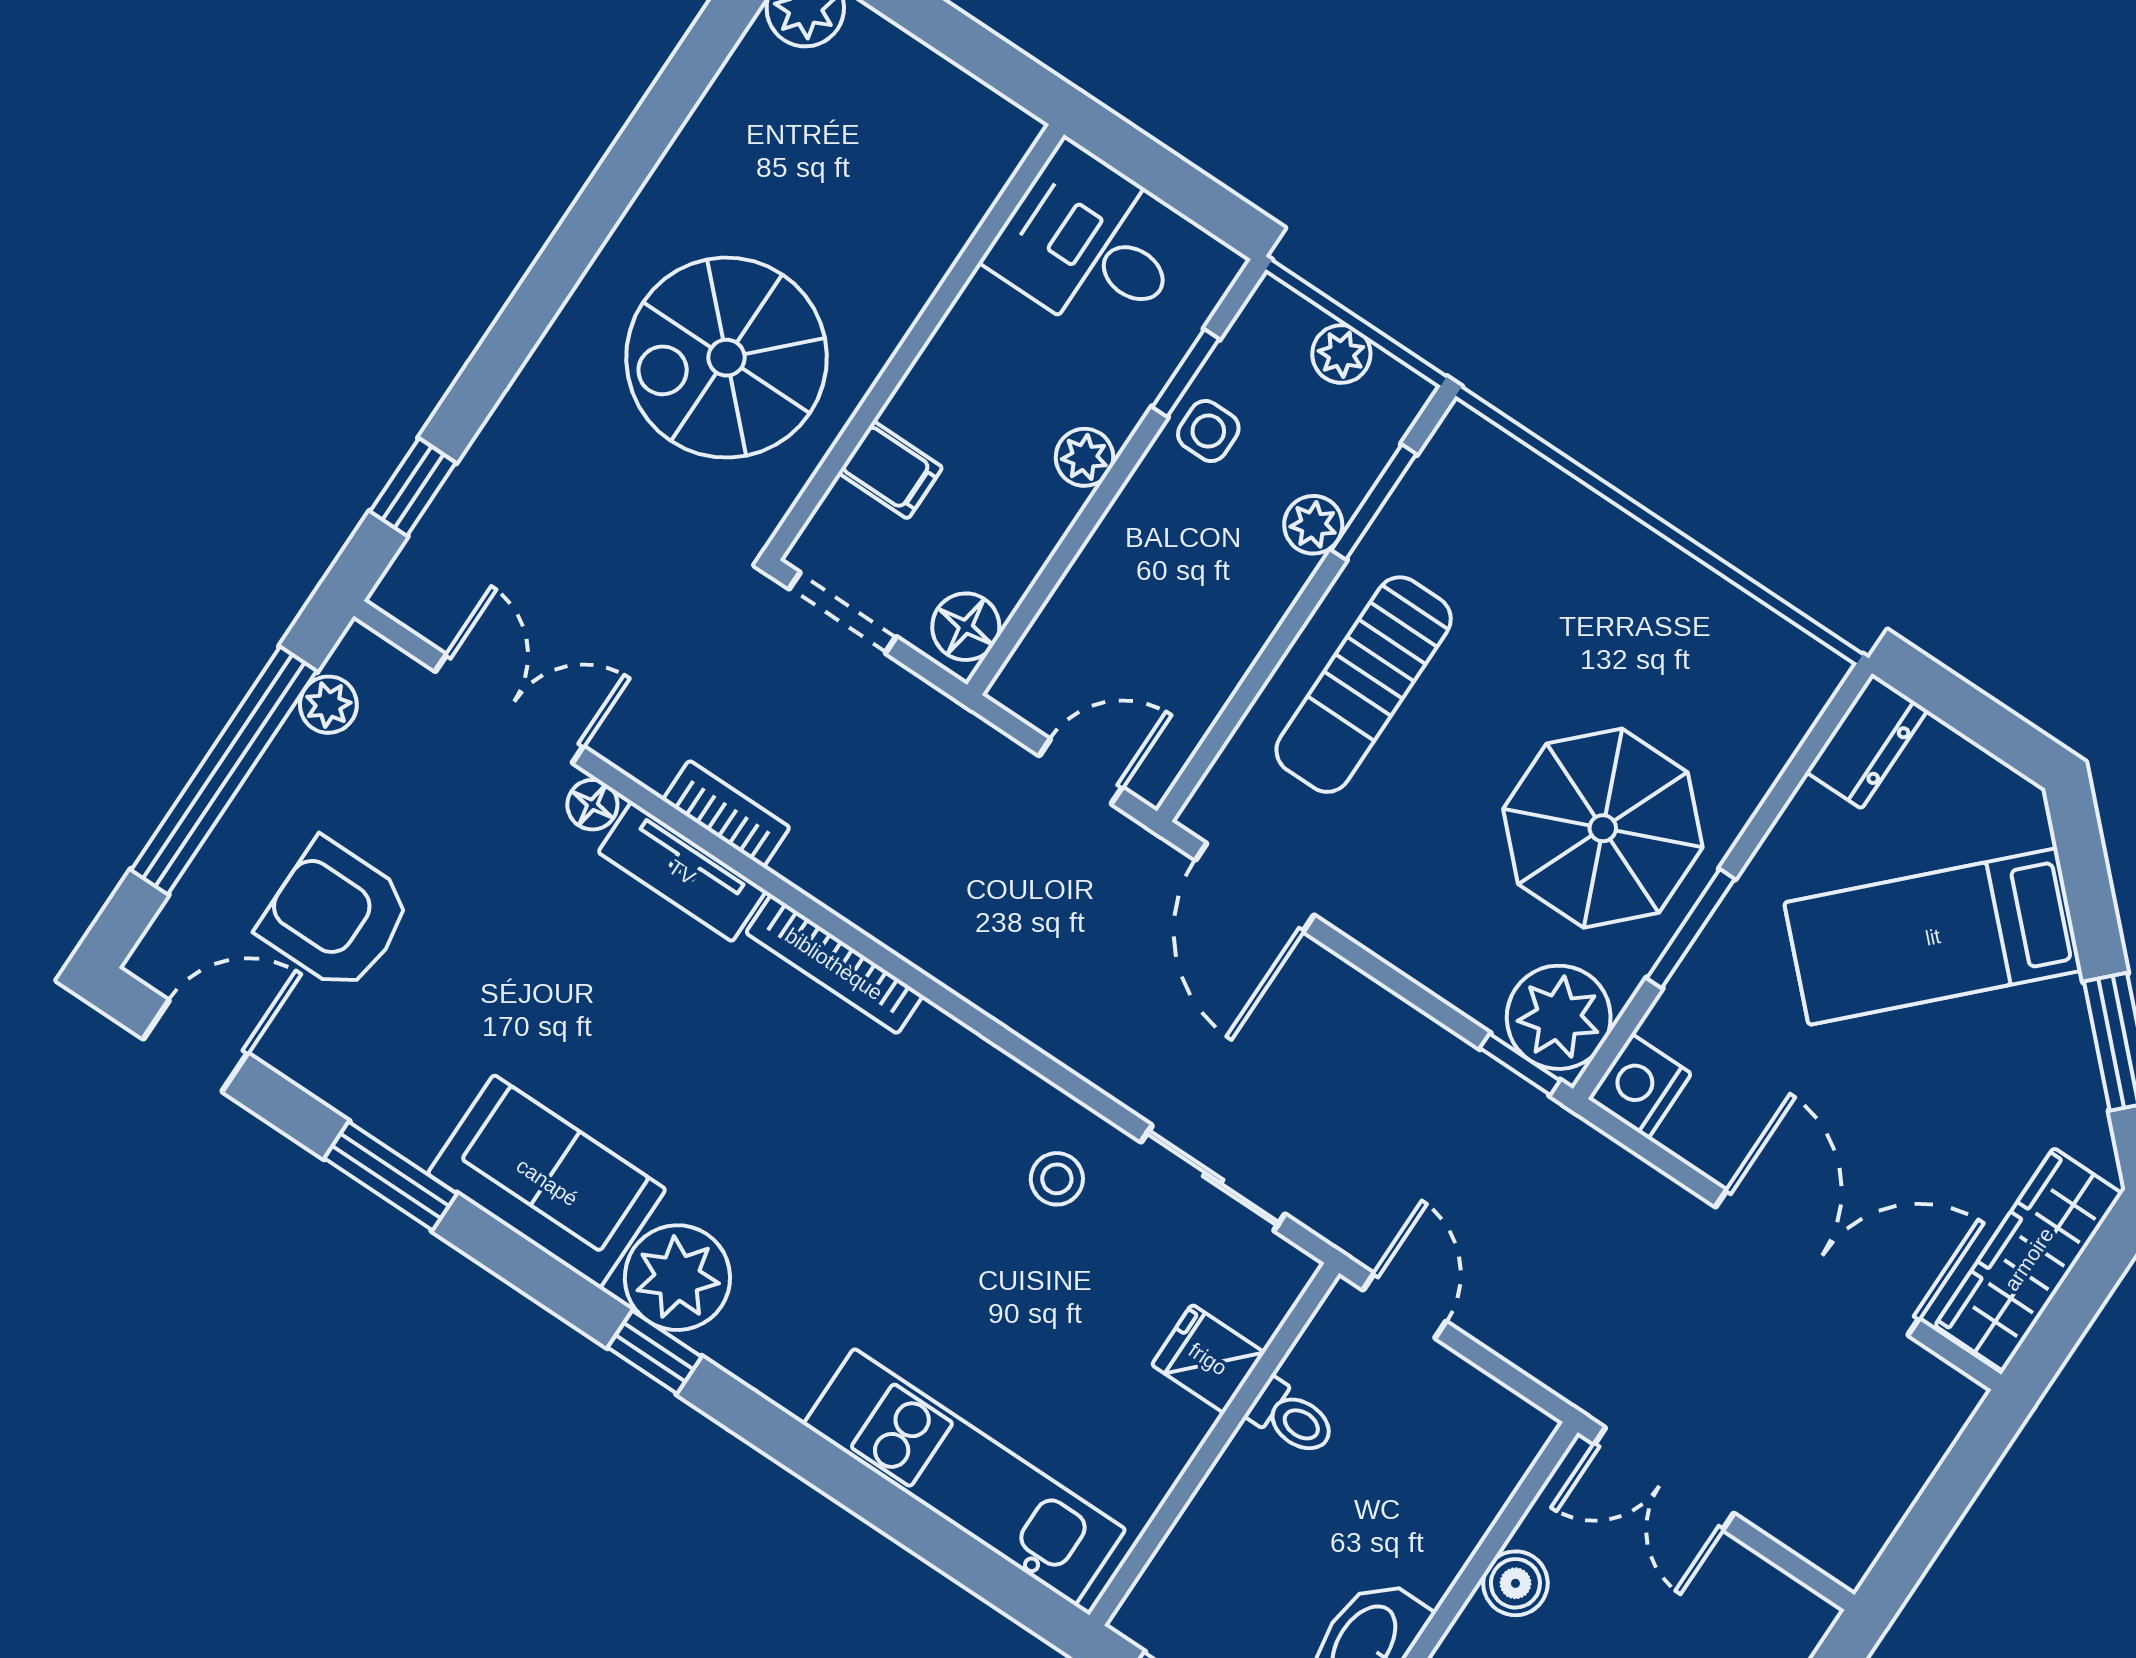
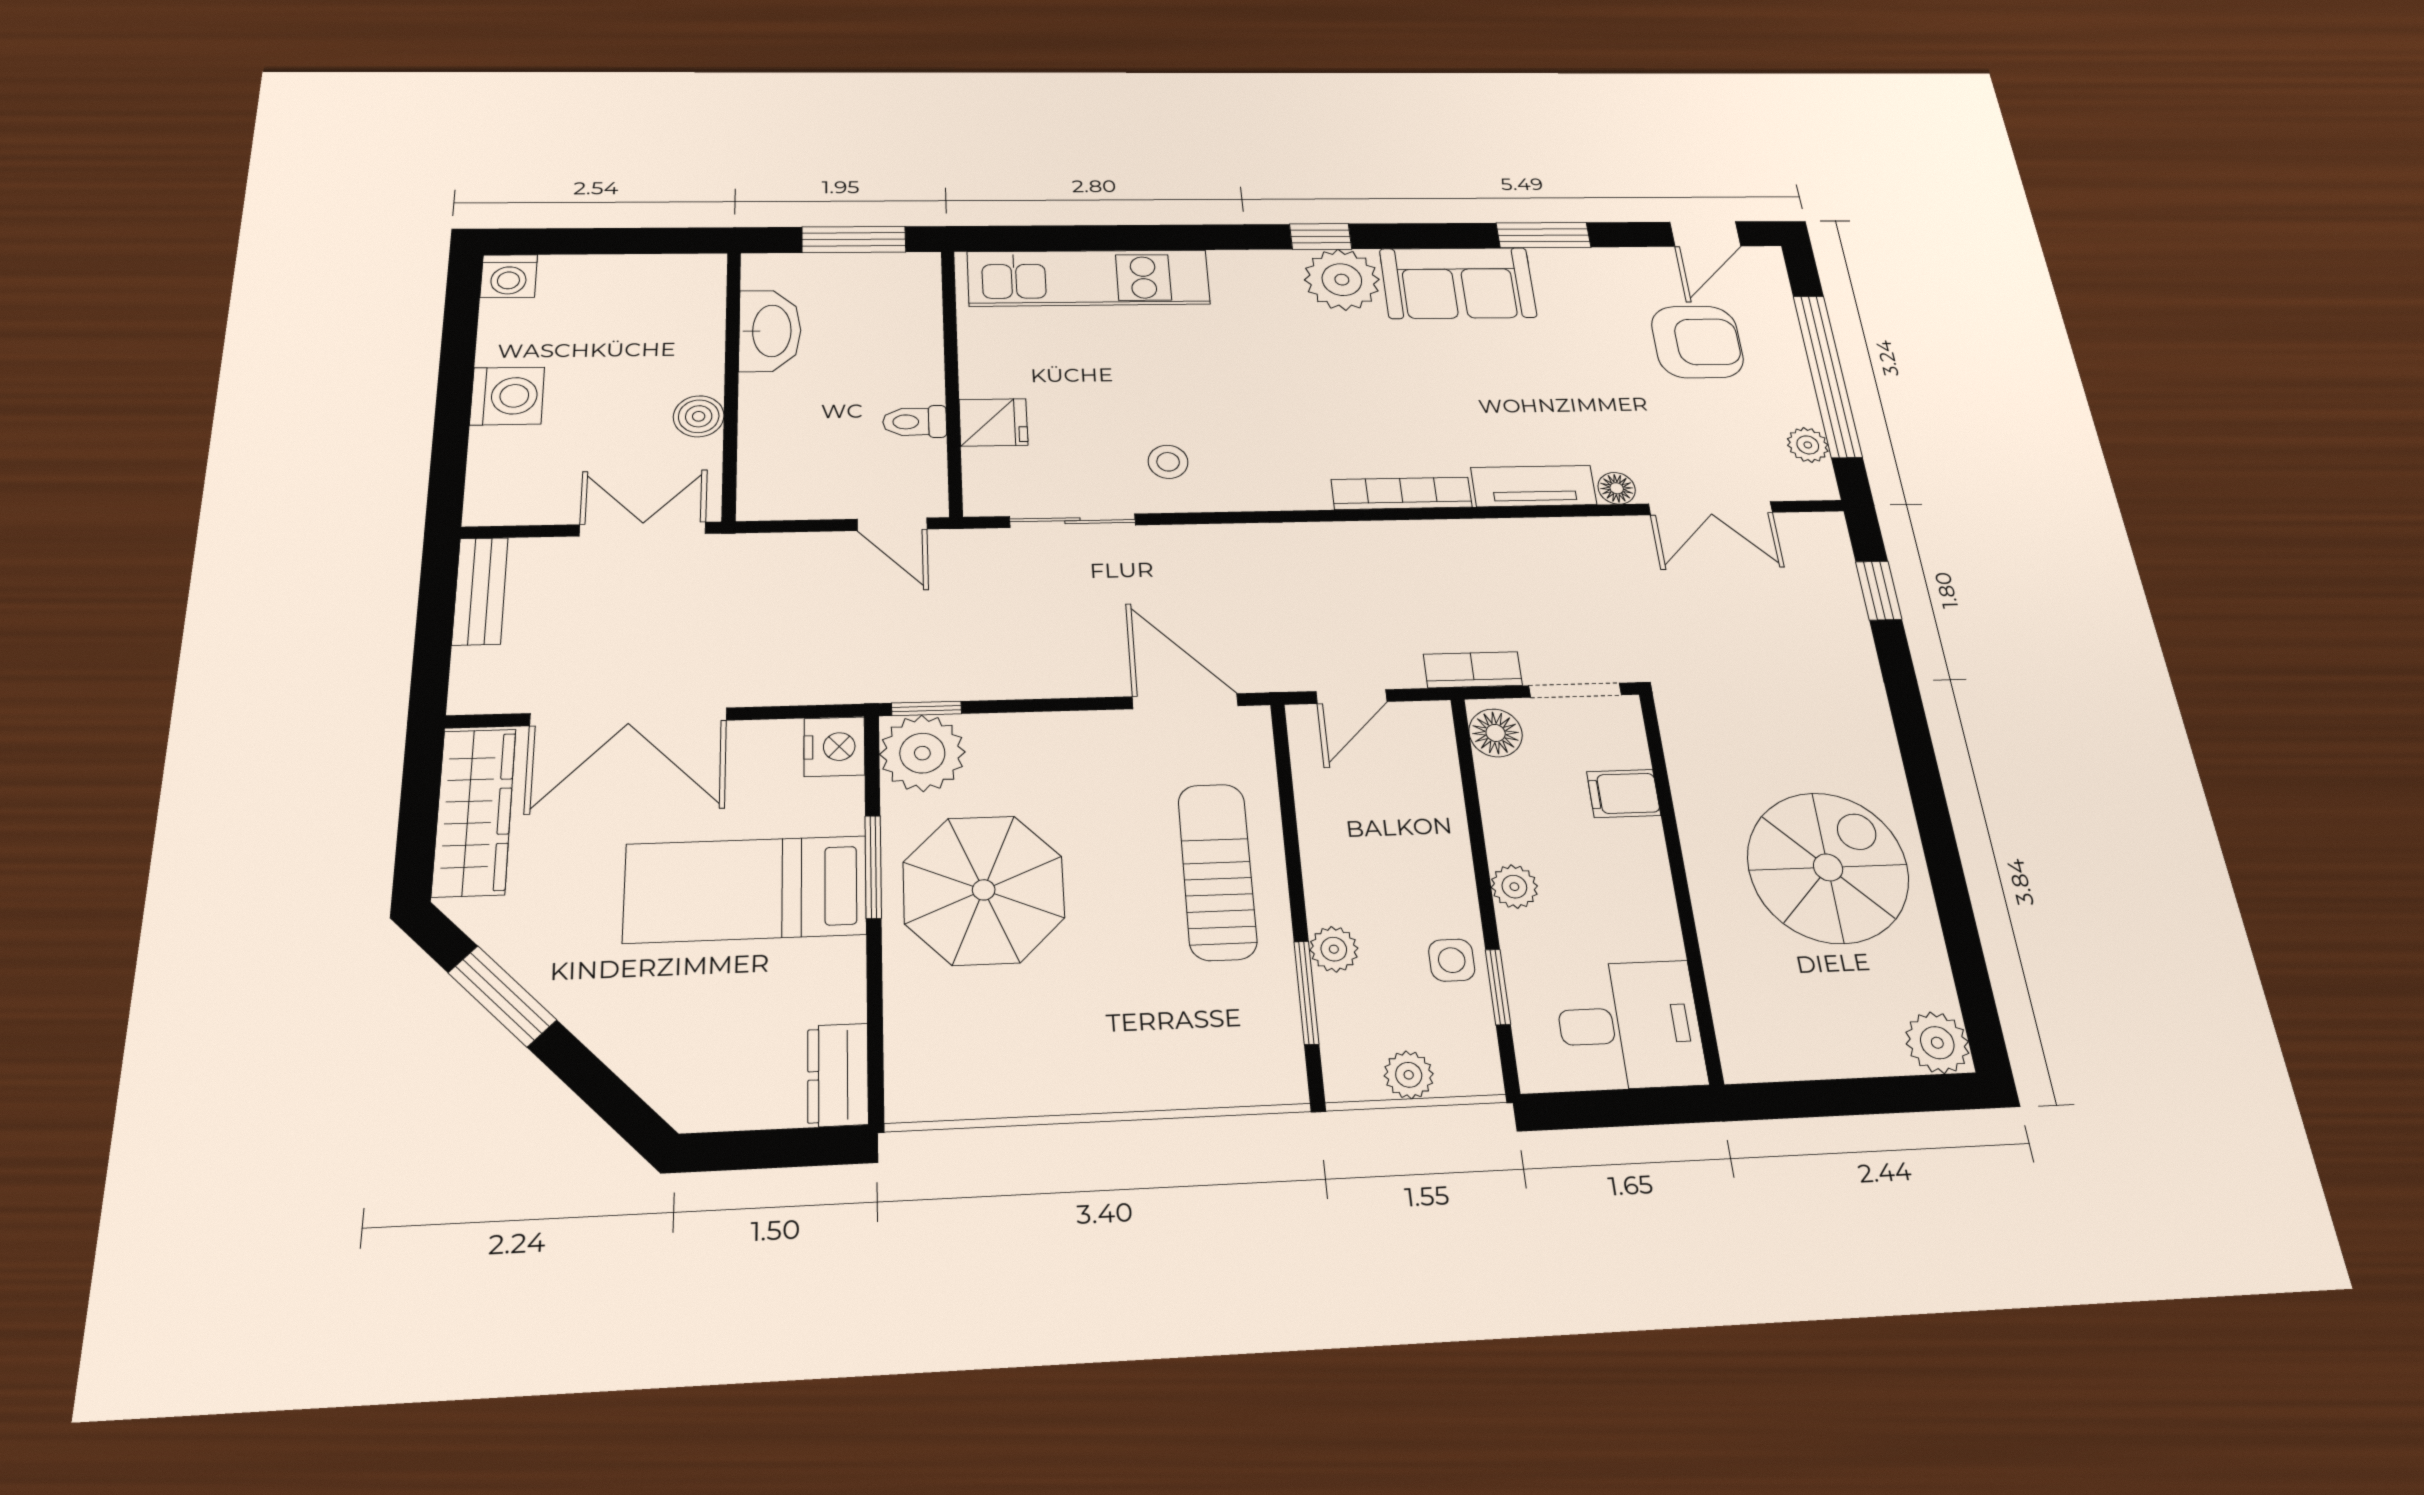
spiral stairs: (727, 358) -> (1828, 867), moved
bookcase: (726, 814) -> (1473, 670), moved, turned 180
bed: (1933, 937) -> (746, 889), moved, turned -135
bench: (1873, 1516) -> (480, 591), added

